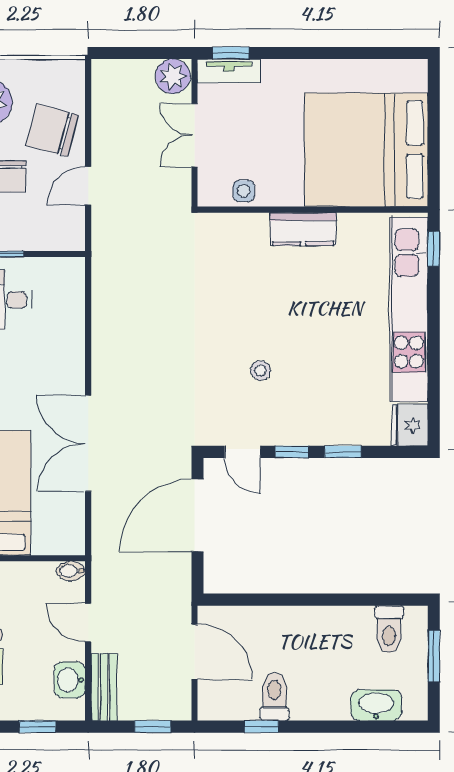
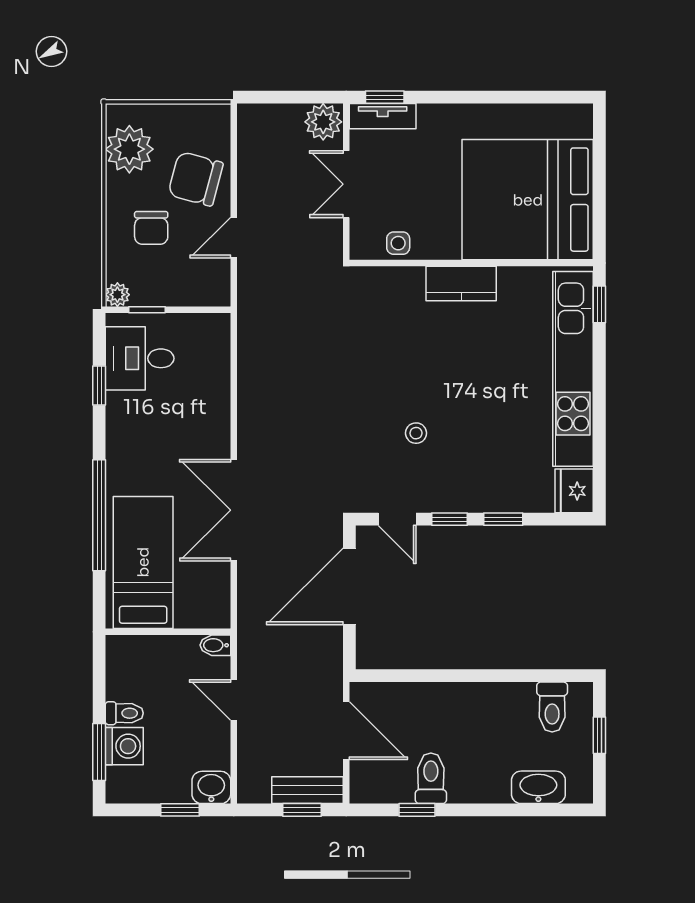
window: (434, 656) -> (599, 735), width x0.67
washbasin: (70, 680) -> (211, 787), moved, turned 90
bench: (104, 687) -> (307, 790), moved, turned 90

